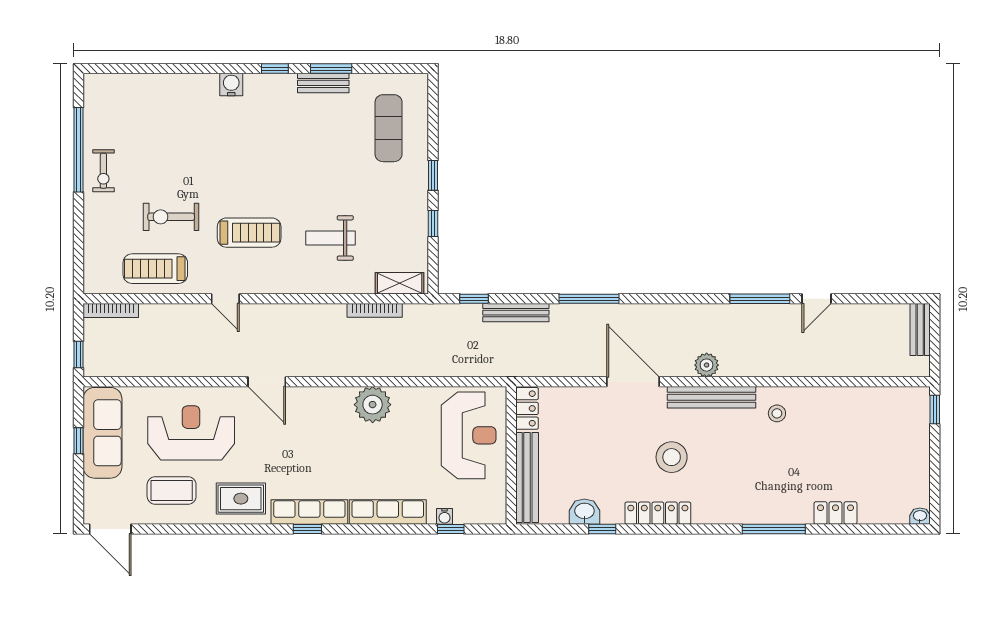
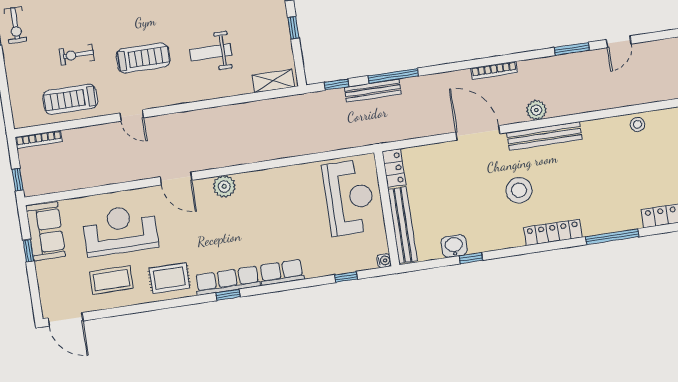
exercise bike: (171, 217) -> (77, 55), width x0.73, depth x0.72
window: (589, 299) -> (393, 76), moved
window: (760, 299) -> (572, 49), width x0.69
bookcase: (375, 310) -> (494, 70), moved
plant: (373, 405) -> (224, 186), moved, width x0.73, depth x0.73
stool: (777, 413) -> (638, 124), moved
sofa: (102, 433) -> (46, 231), width x0.73
row of seats: (388, 512) -> (282, 272), width x0.68
locker: (658, 513) -> (553, 232), moved
water cooler: (444, 516) -> (384, 261), moved, turned -90

